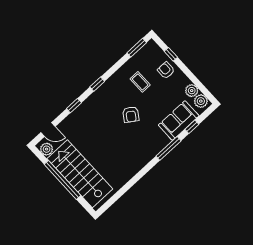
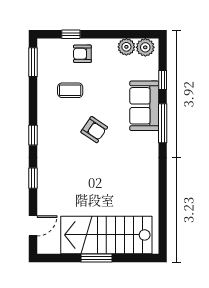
sofa: (179, 121) -> (144, 106), moved
plant: (47, 149) -> (51, 245), removed
window: (62, 180) -> (97, 258), width x0.47

